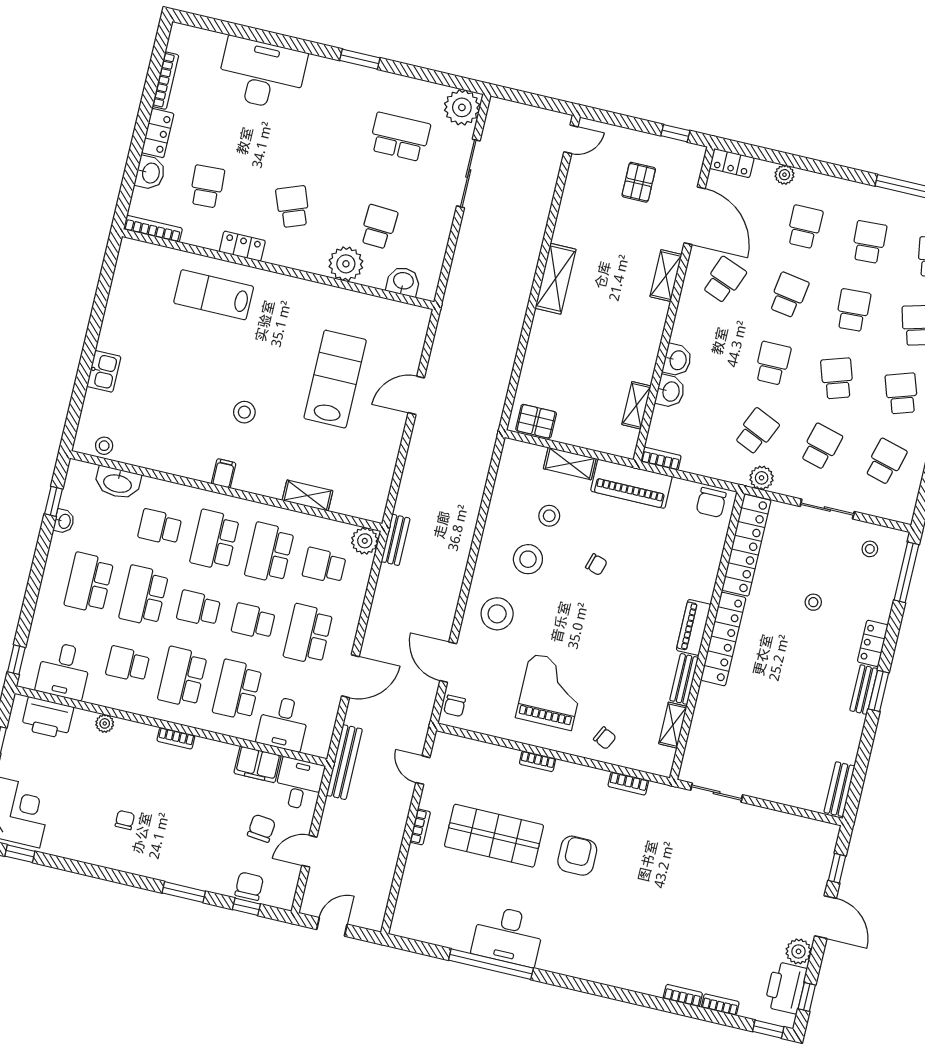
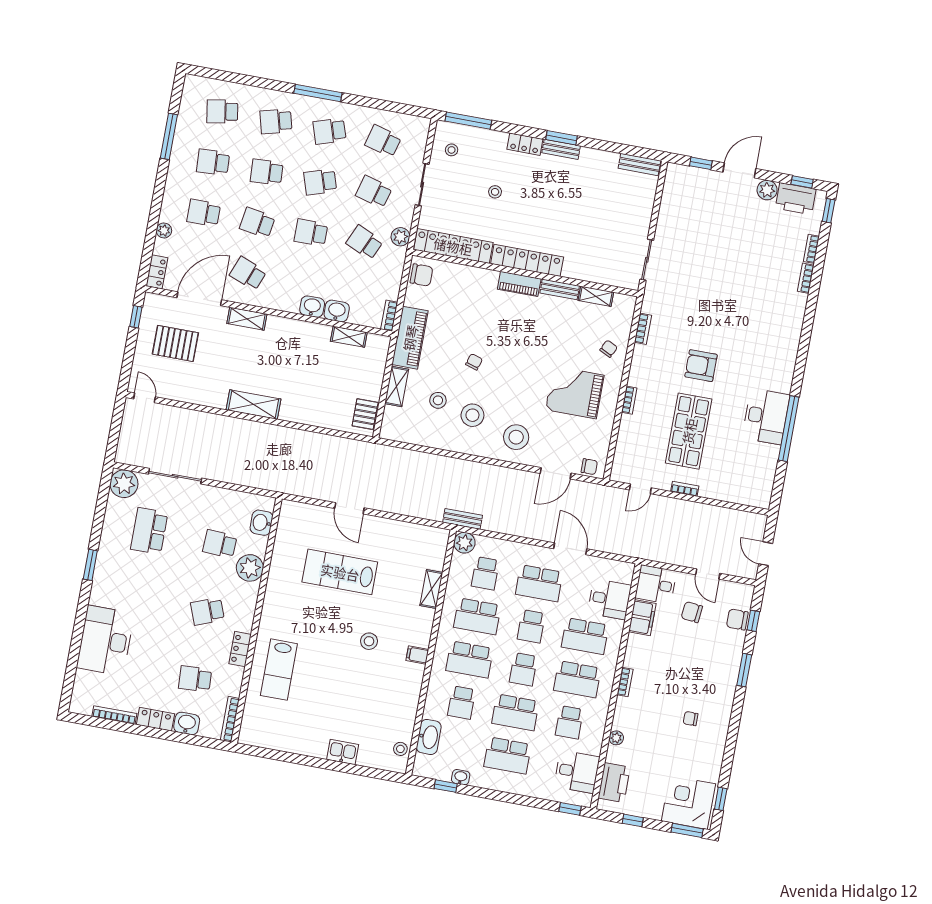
pallet: (639, 182) -> (175, 343), width x1.50, depth x1.42
bench: (344, 762) -> (637, 550), removed

